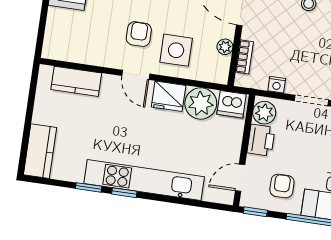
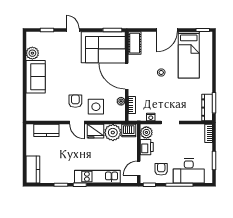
kitchen unit: (144, 180) -> (97, 177), width x0.73

